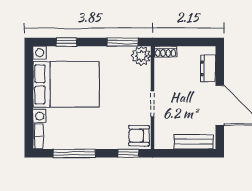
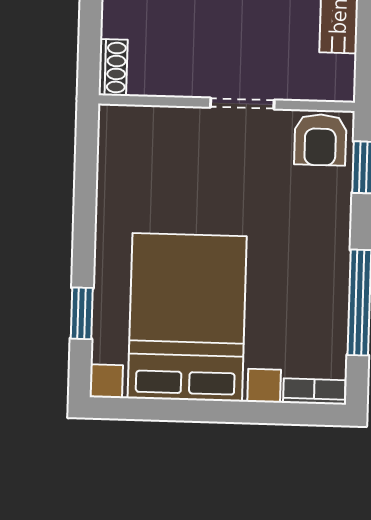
window: (123, 42) -> (86, 174), removed
plant: (141, 56) -> (122, 128), removed

